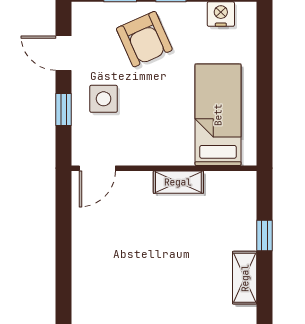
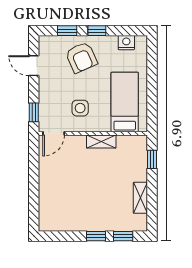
side table: (104, 99) -> (80, 108), moved
window: (64, 109) -> (34, 112), moved
window: (265, 235) -> (152, 159), moved

